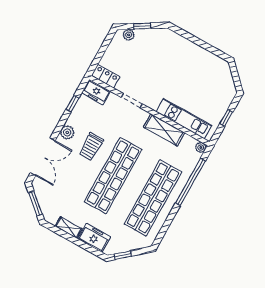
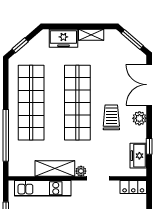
freezer: (96, 92) -> (138, 156), moved, turned -90
plant: (201, 147) -> (81, 171), moved
window: (123, 255) -> (20, 45), moved

